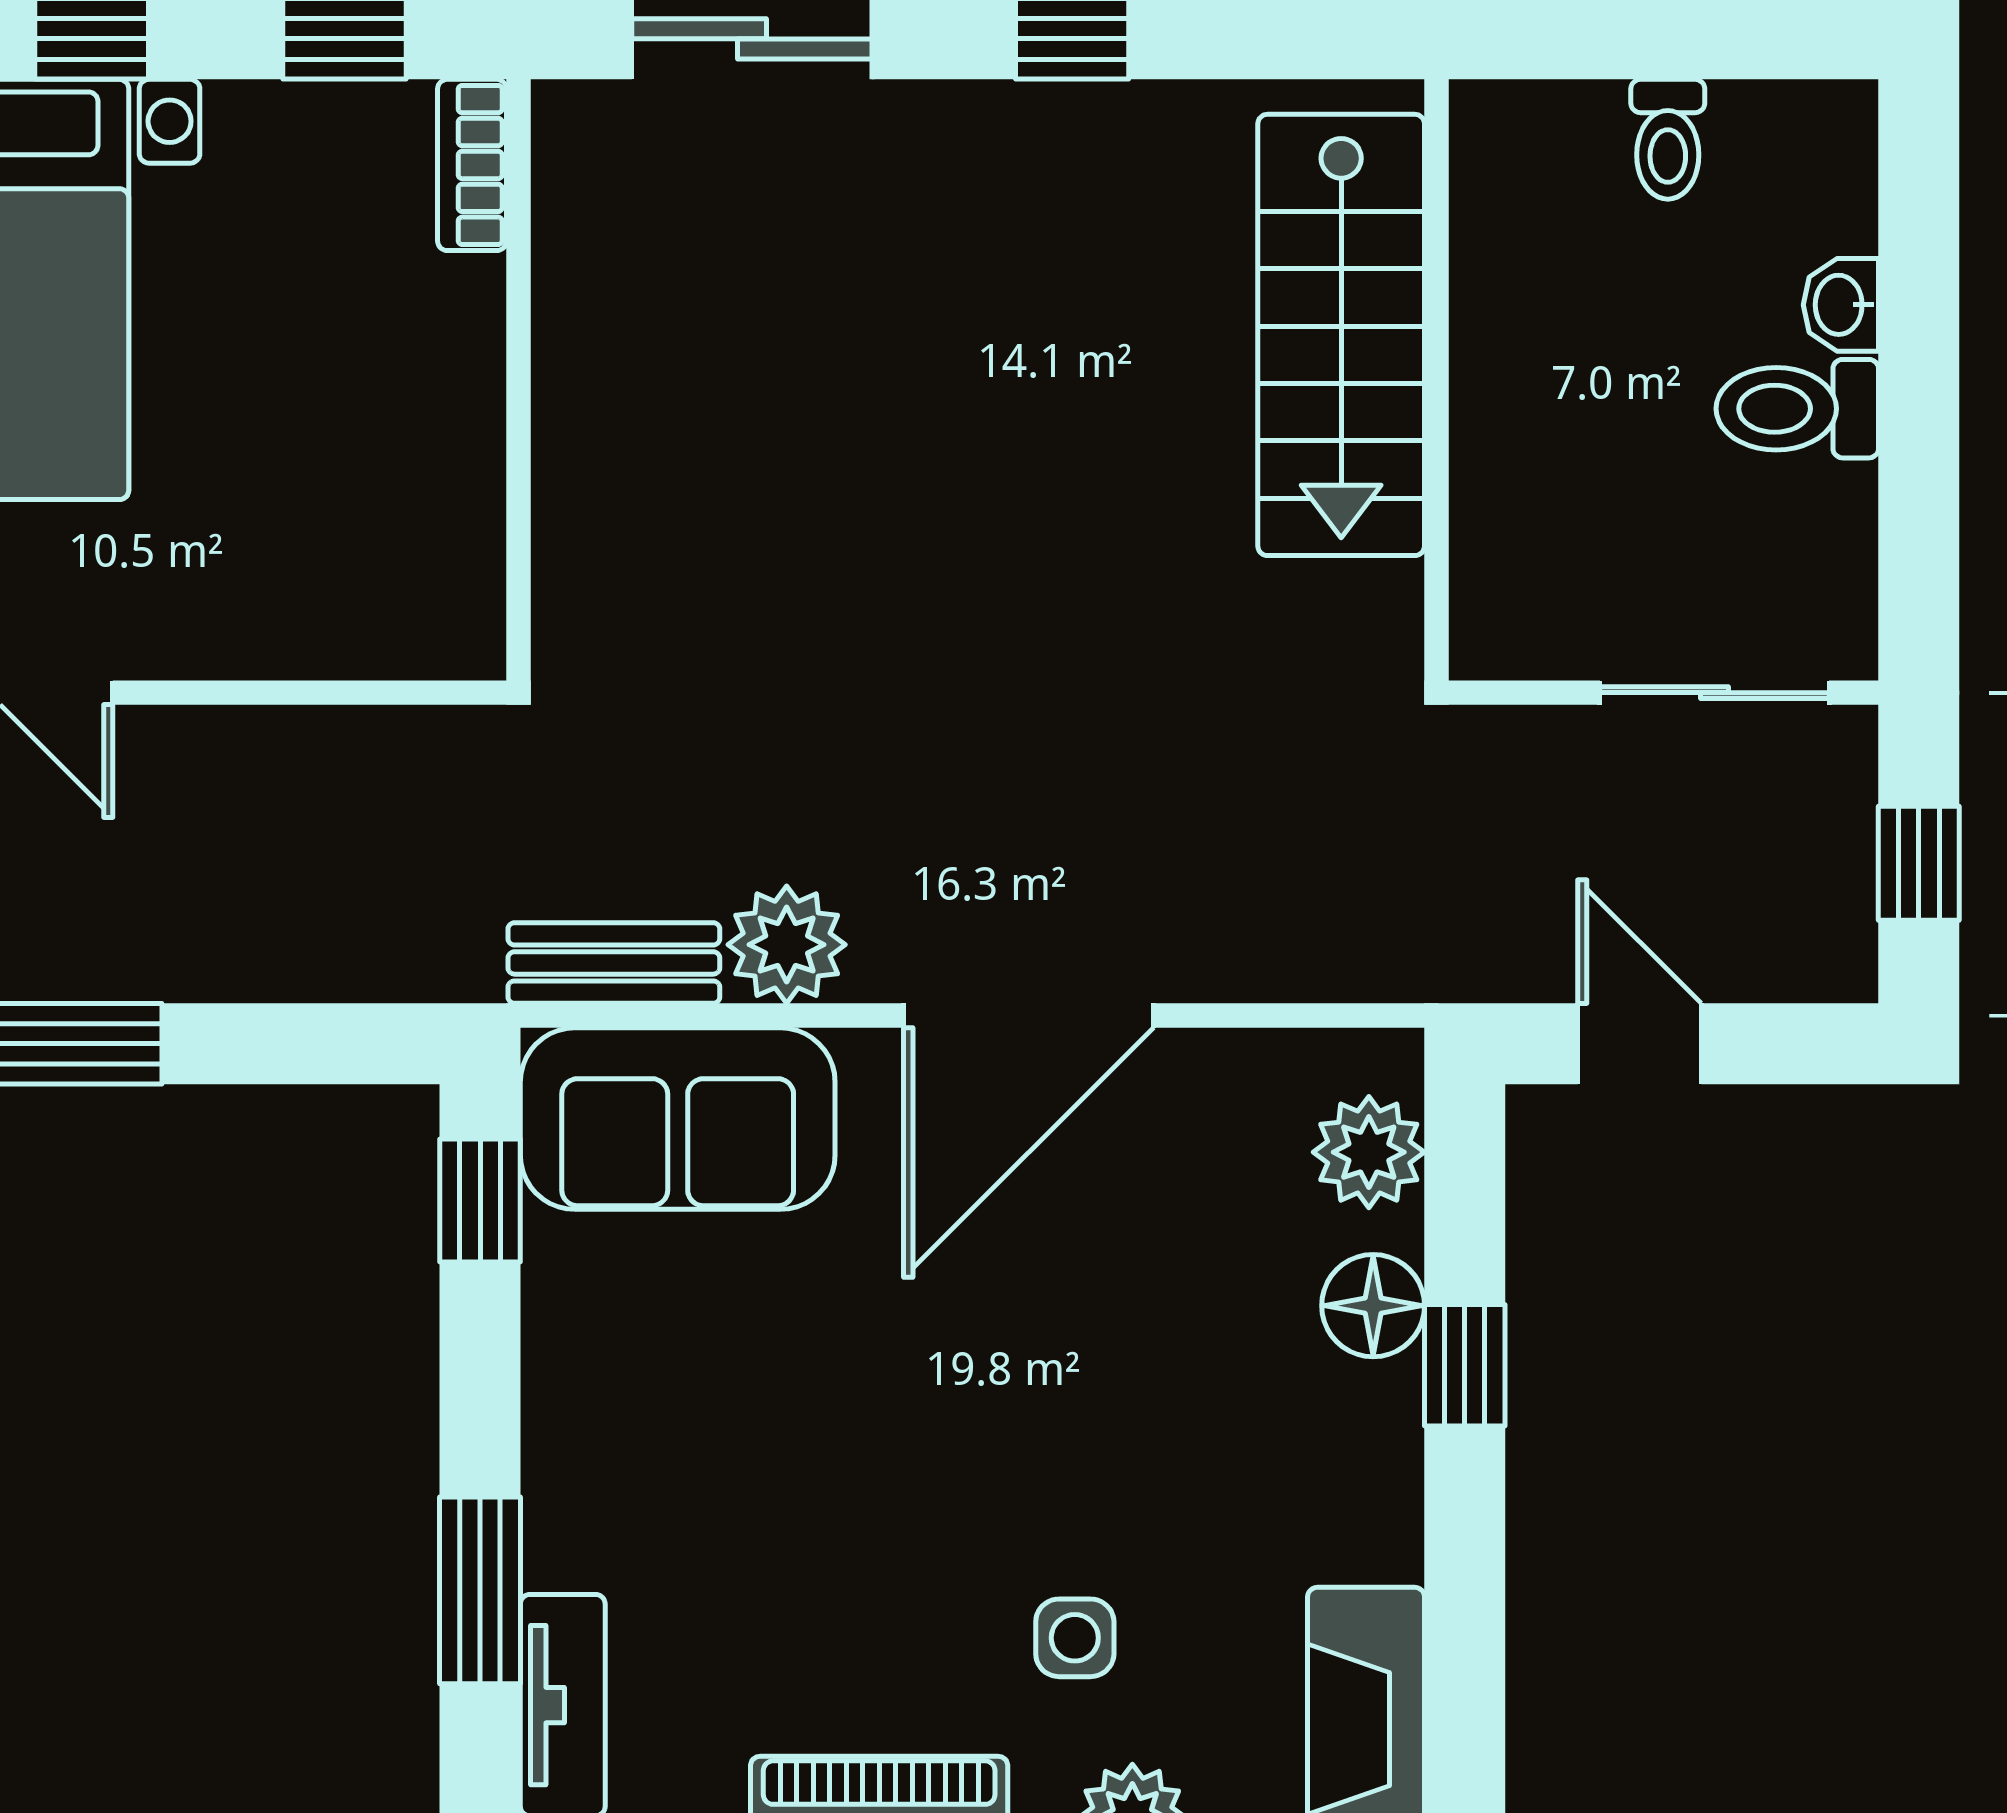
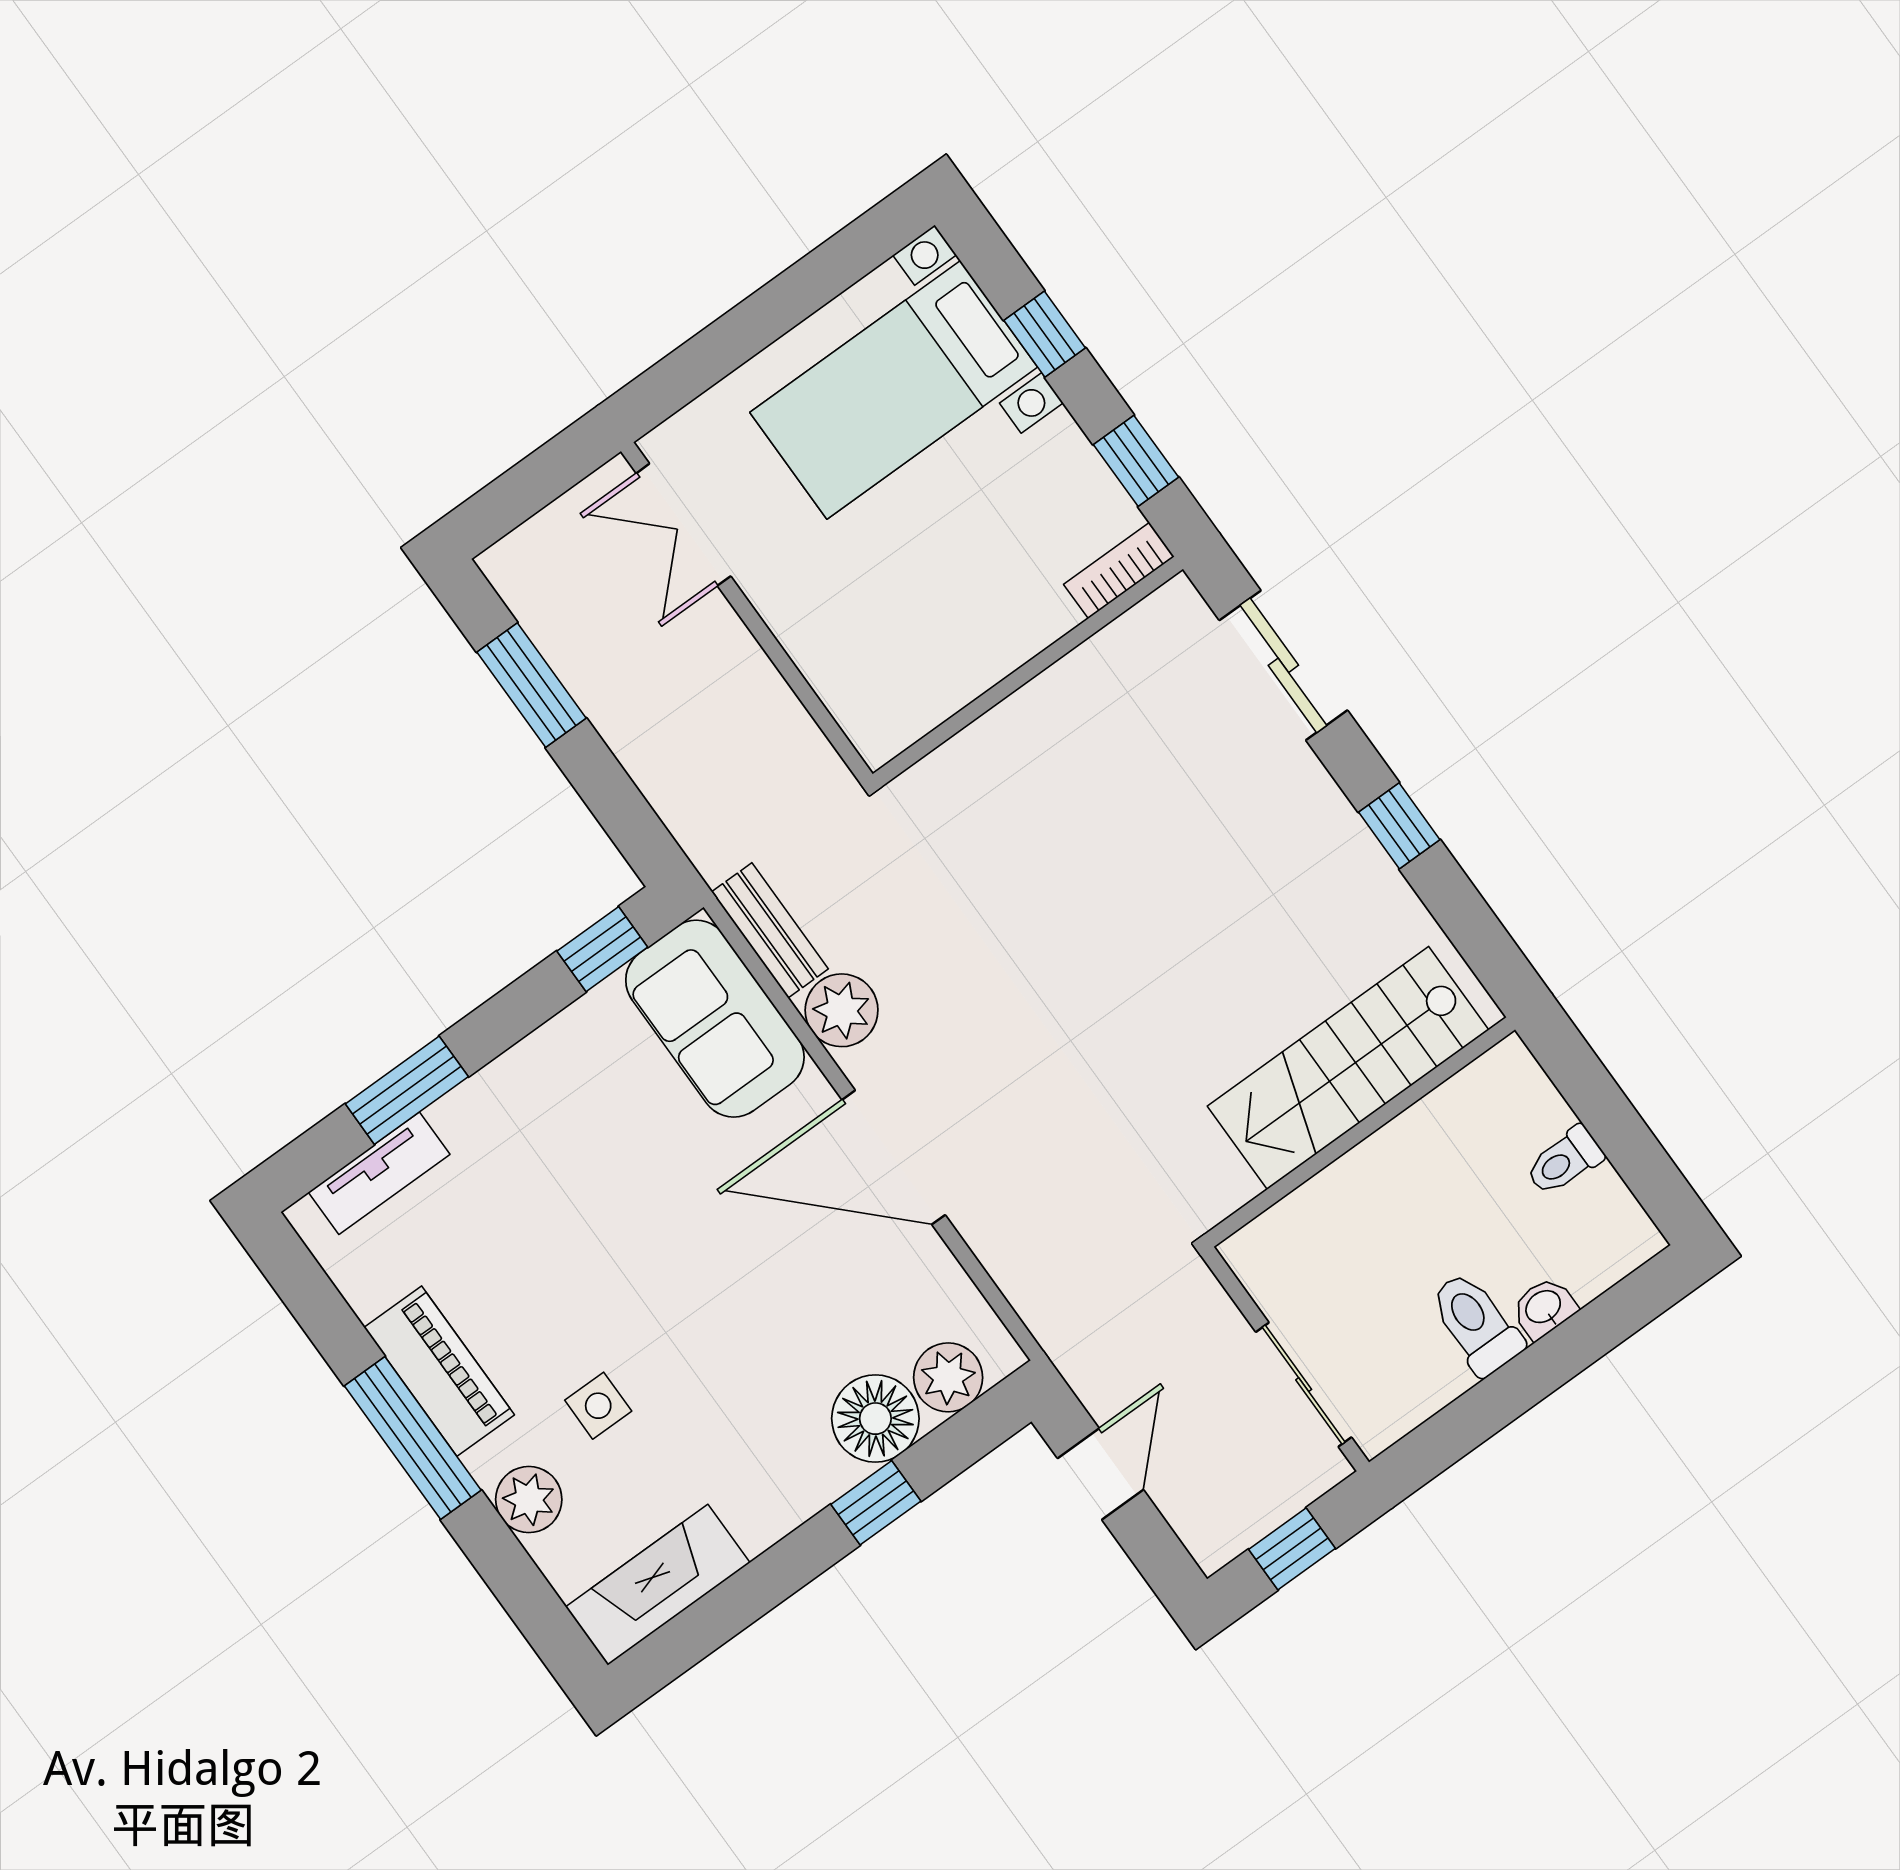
floor lamp: (1373, 1306) -> (875, 1419), width x1.38, depth x1.38

